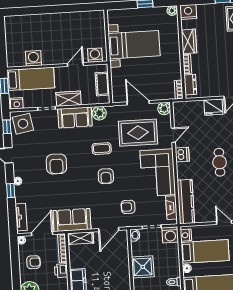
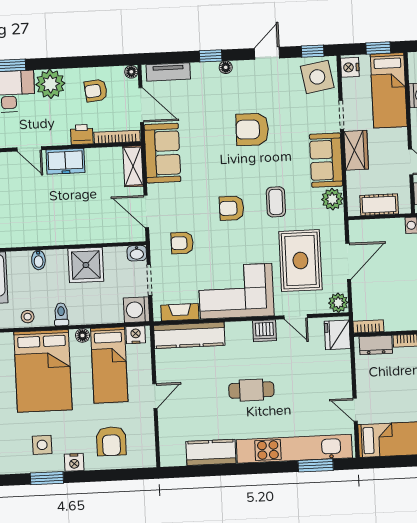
fridge: (213, 107) -> (337, 335), moved
armchair: (128, 207) -> (182, 243), turned -90
armchair: (33, 262) -> (96, 91), turned 84

